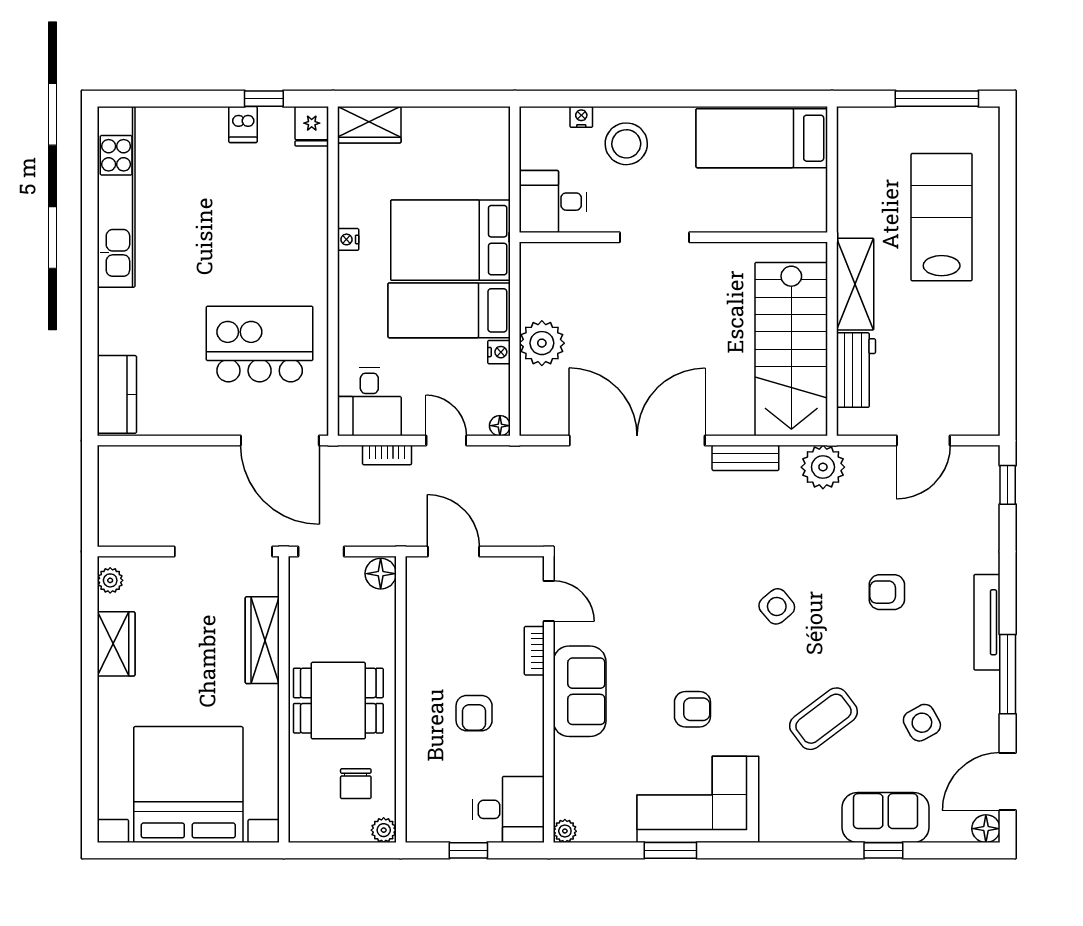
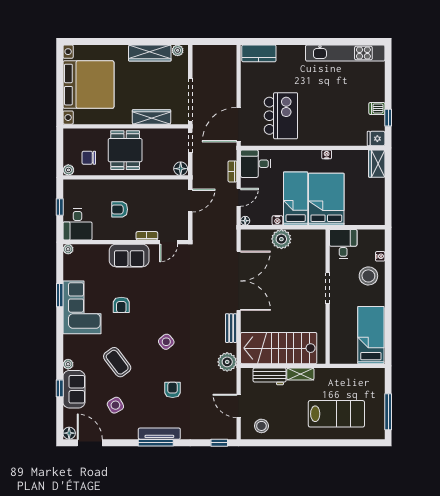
shelving: (855, 284) -> (300, 374), width x0.67, depth x0.75
stool: (969, 389) -> (261, 426), added
wardrobe: (116, 644) -> (150, 53), width x1.50
window: (1008, 674) -> (156, 443), moved
plant: (828, 831) -> (68, 364), added

